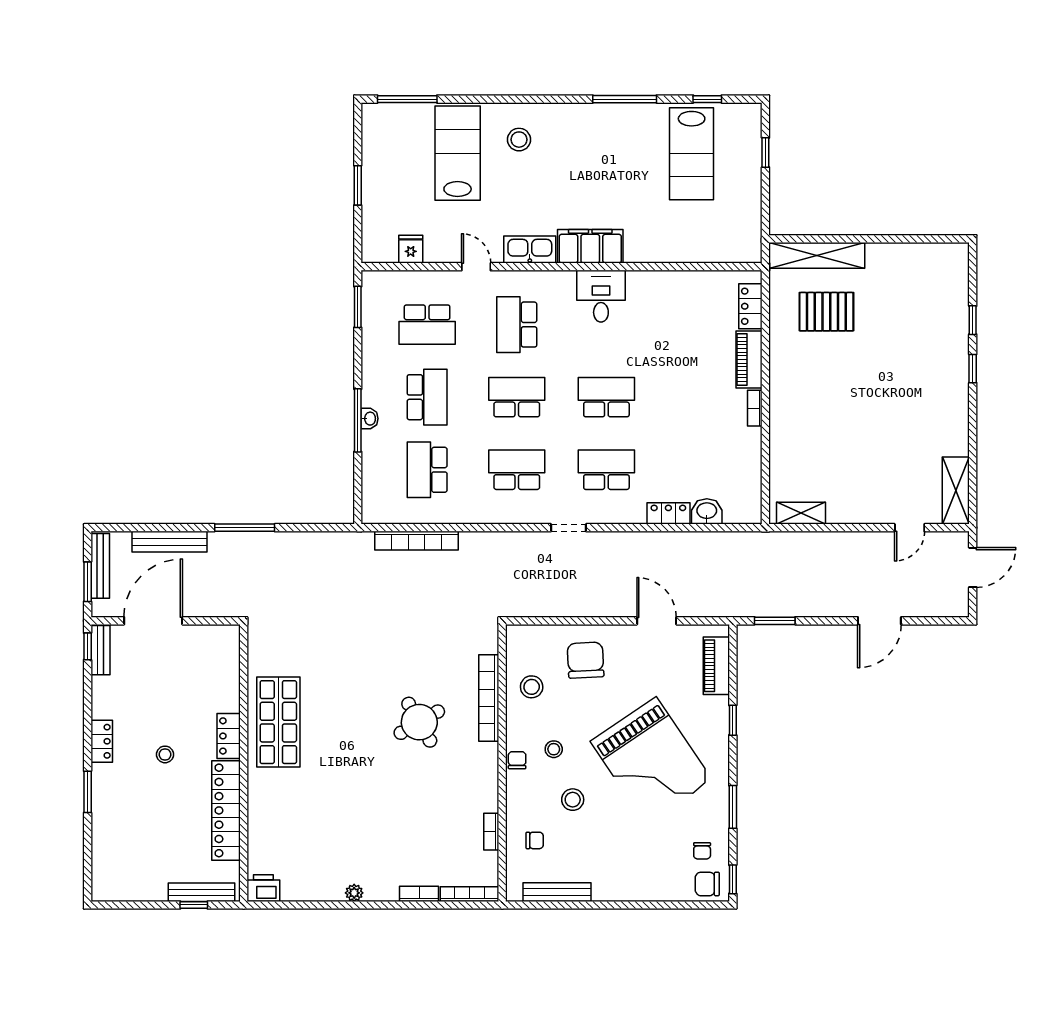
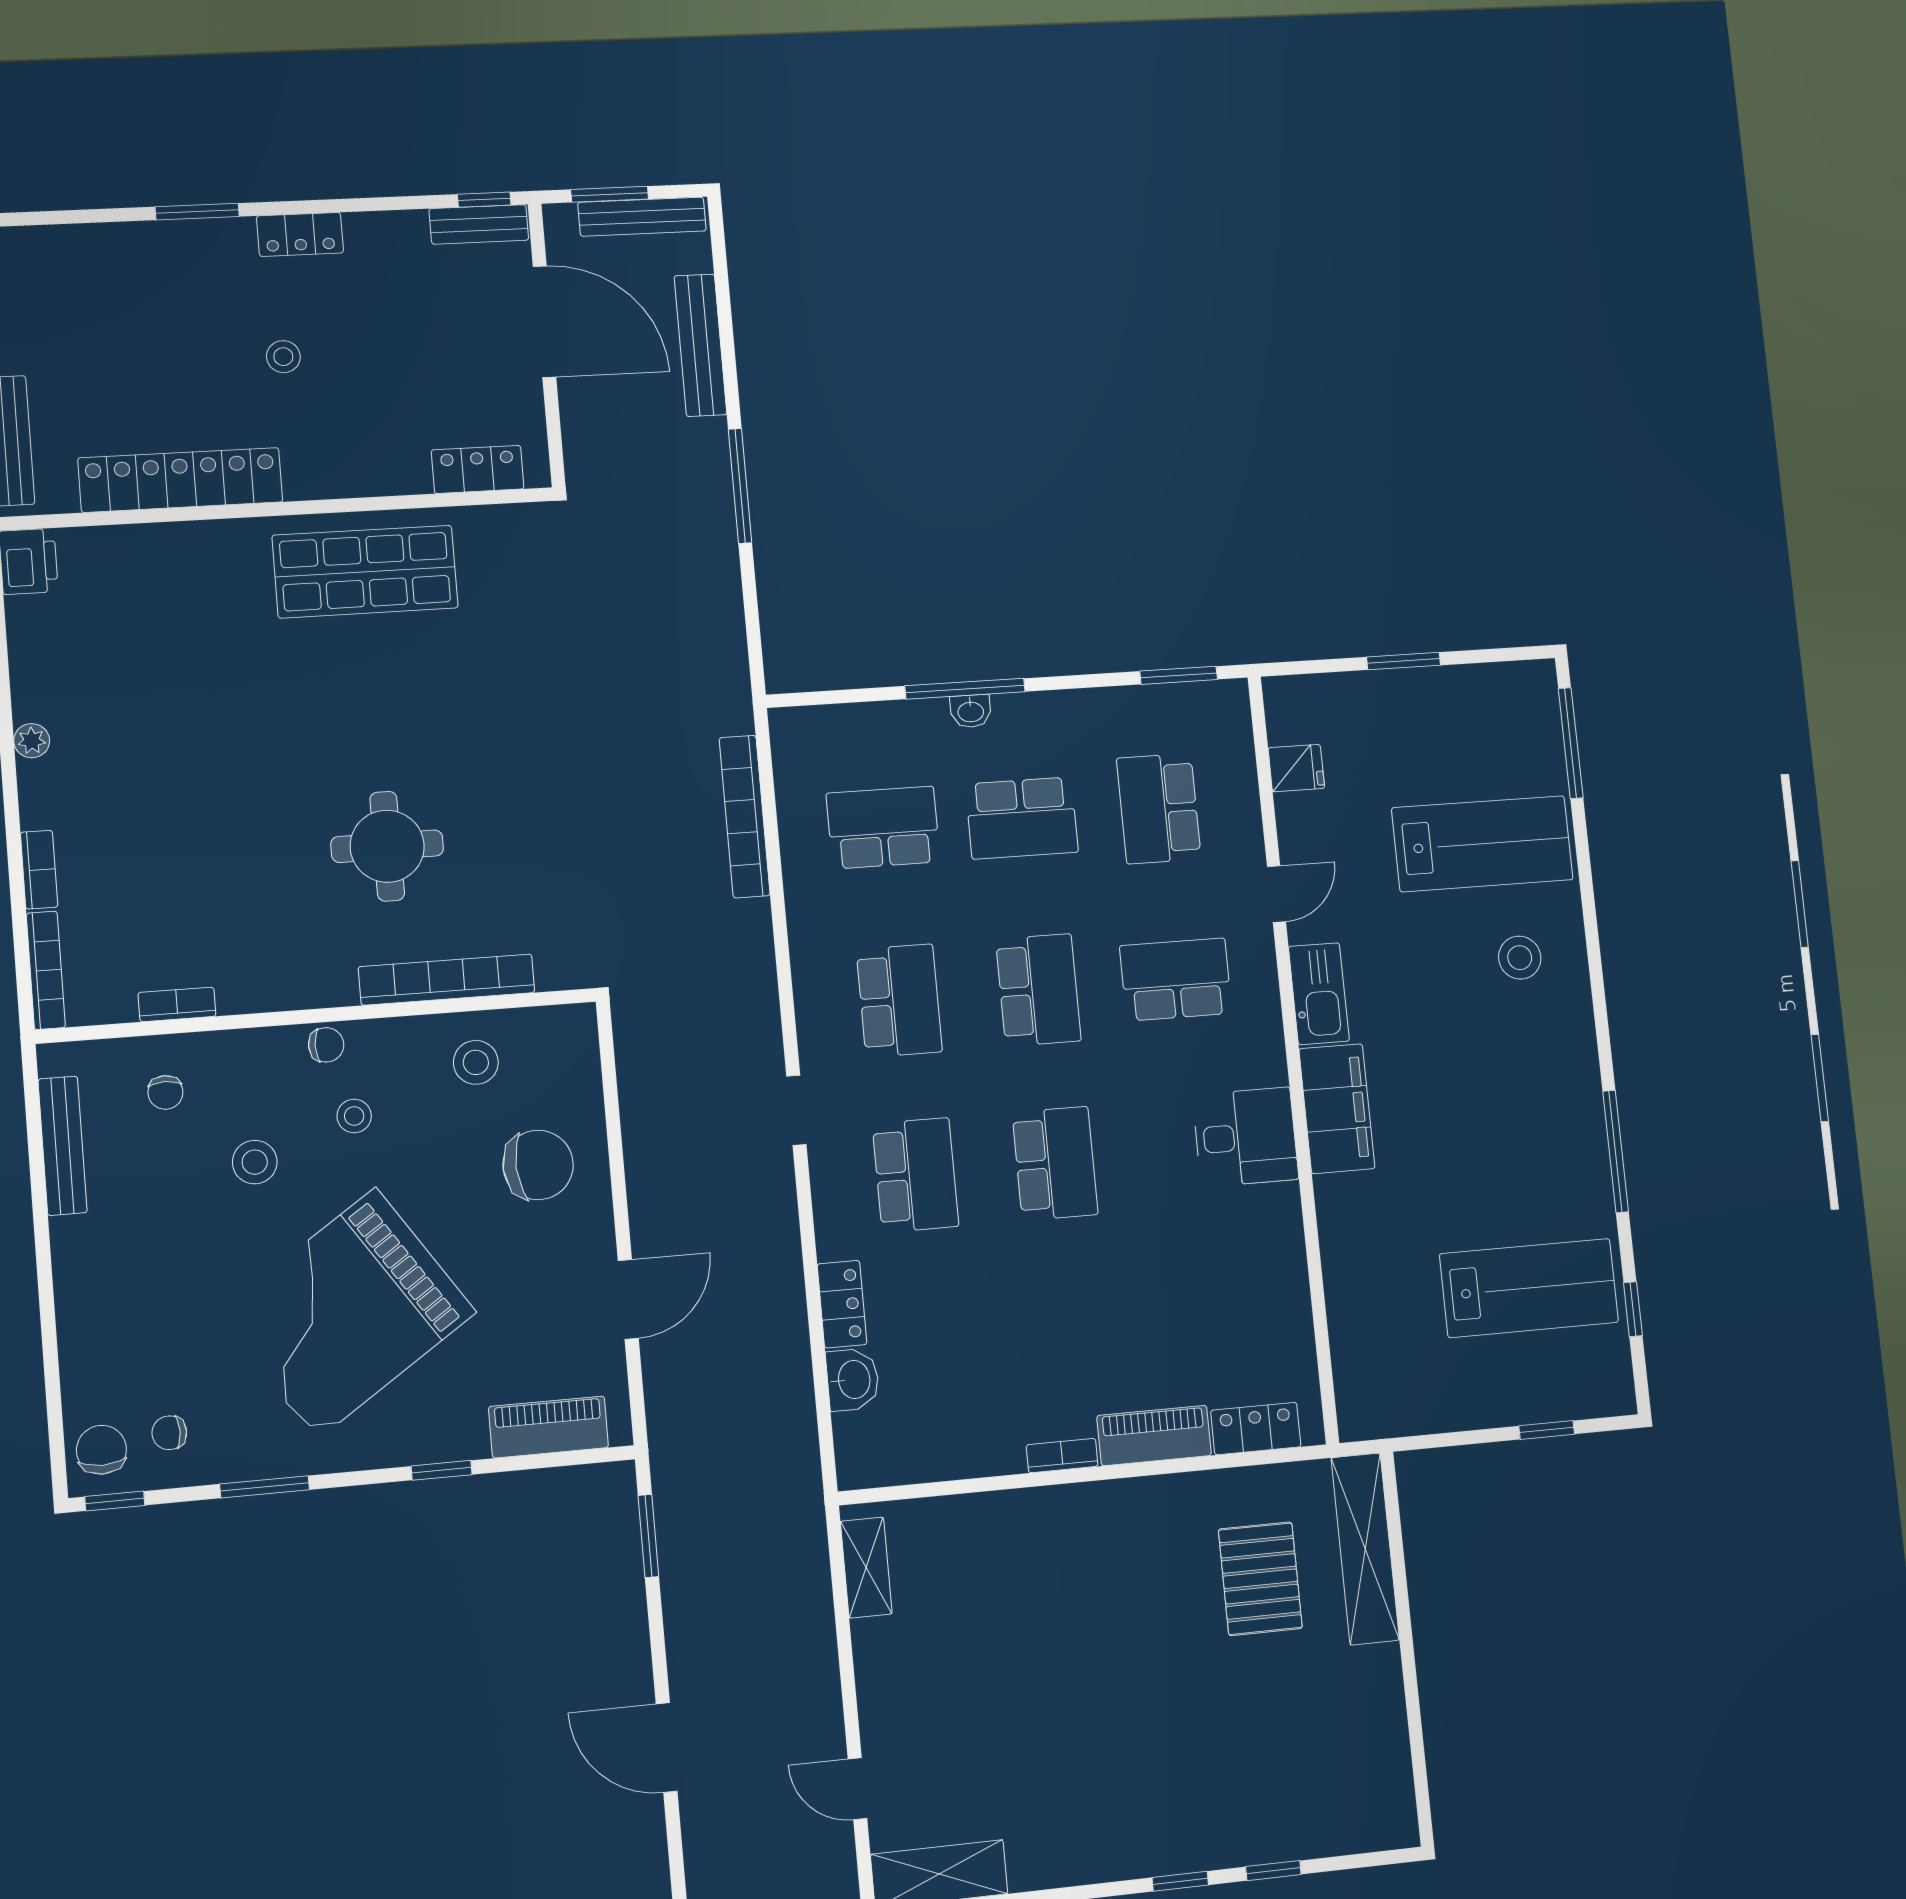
lab bench: (692, 154) -> (1529, 1288), turned 180
round table: (419, 722) -> (387, 846), turned 30
locker: (229, 736) -> (478, 469), moved

